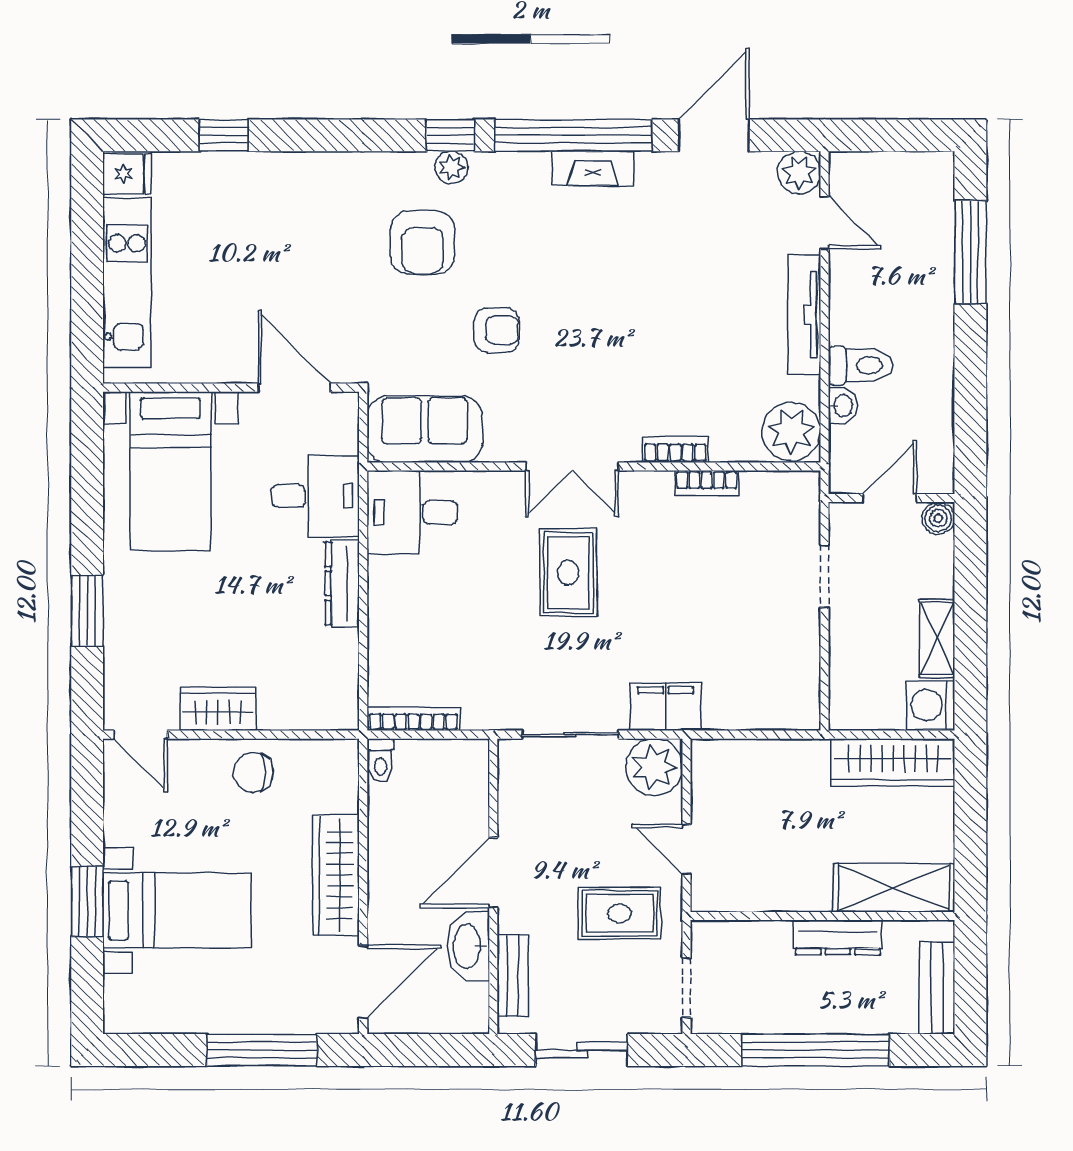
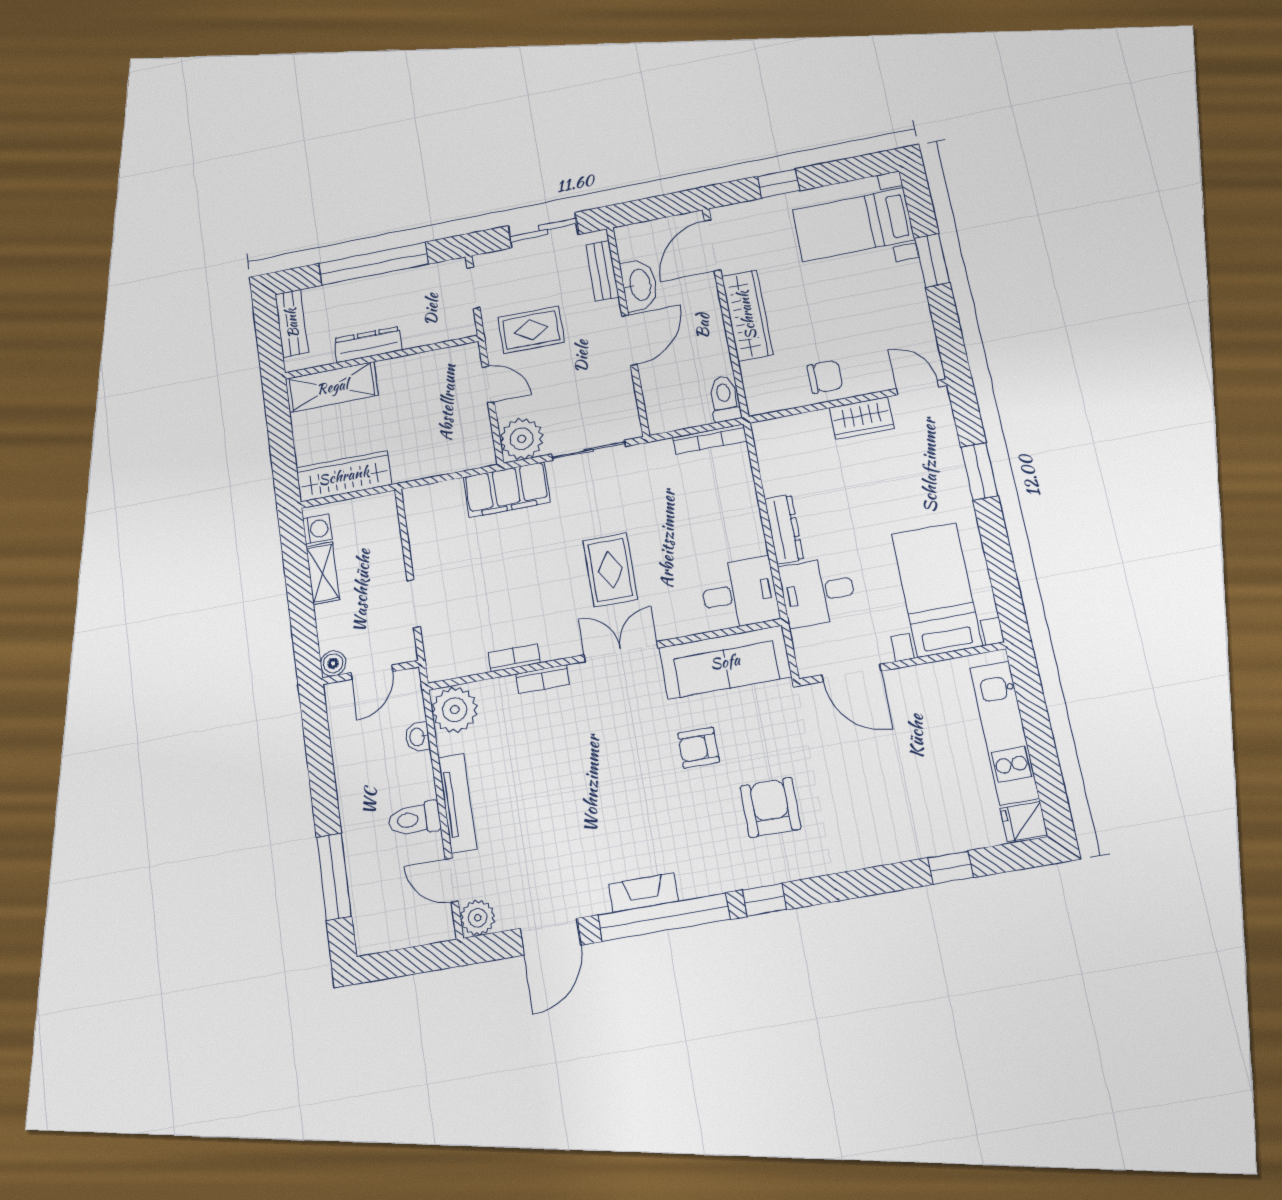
plant: (451, 167) -> (758, 873), removed
toilet: (860, 365) -> (415, 819), moved
sofa: (425, 429) -> (725, 662), width x1.36
washing machine: (930, 705) -> (317, 529), width x0.73, depth x0.73
filing cabinet: (666, 707) -> (507, 490), width x1.50, depth x1.17
toilet: (380, 760) -> (724, 399), width x1.37, depth x1.39
bed with nightstands: (177, 910) -> (853, 225), moved
window: (262, 1050) -> (779, 183), width x0.46

